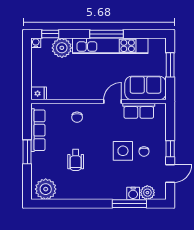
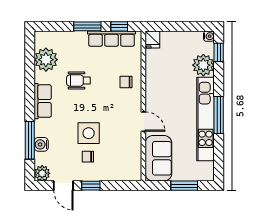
row of seats: (139, 111) -> (43, 101), moved, turned 180
window: (27, 123) -> (119, 26), added
plant: (46, 189) -> (46, 60), moved
plant: (147, 193) -> (42, 173), moved

